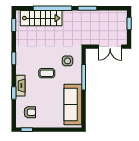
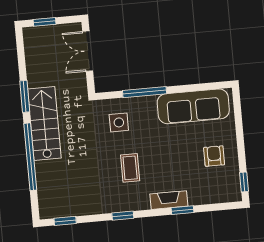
stairs: (41, 18) -> (44, 123), moved
double door: (110, 47) -> (88, 51), swing flipped
coffee table: (47, 73) -> (130, 168), moved
armchair: (30, 112) -> (214, 156), moved

